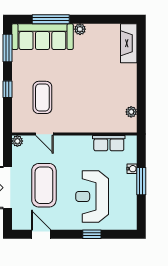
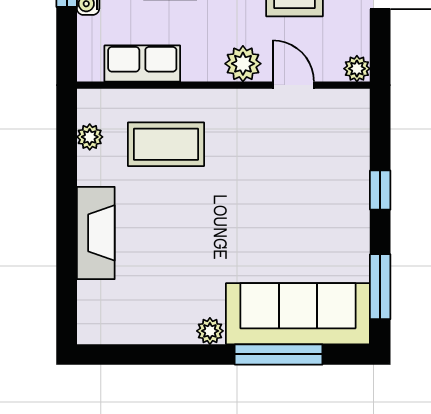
fireplace: (129, 43) -> (96, 233), moved
coffee table: (42, 97) -> (166, 144), moved, turned 90
plant: (66, 143) -> (243, 64), added

